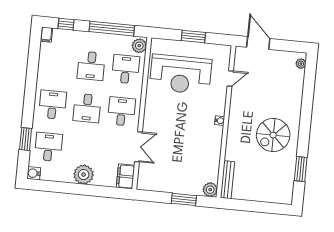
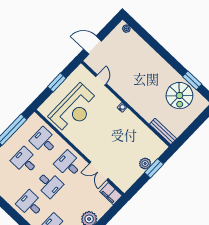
plant: (139, 46) -> (36, 121), removed
desk: (91, 66) -> (25, 161), turned 180
spiral stairs: (273, 135) -> (179, 96), moved
double door: (138, 147) -> (99, 171), swing flipped
plant: (210, 190) -> (145, 164), moved

